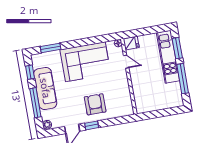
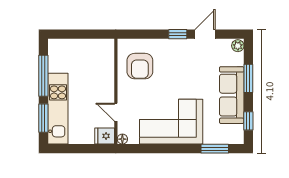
window: (35, 103) -> (248, 78), width x0.69
armchair: (95, 104) -> (140, 66), moved

